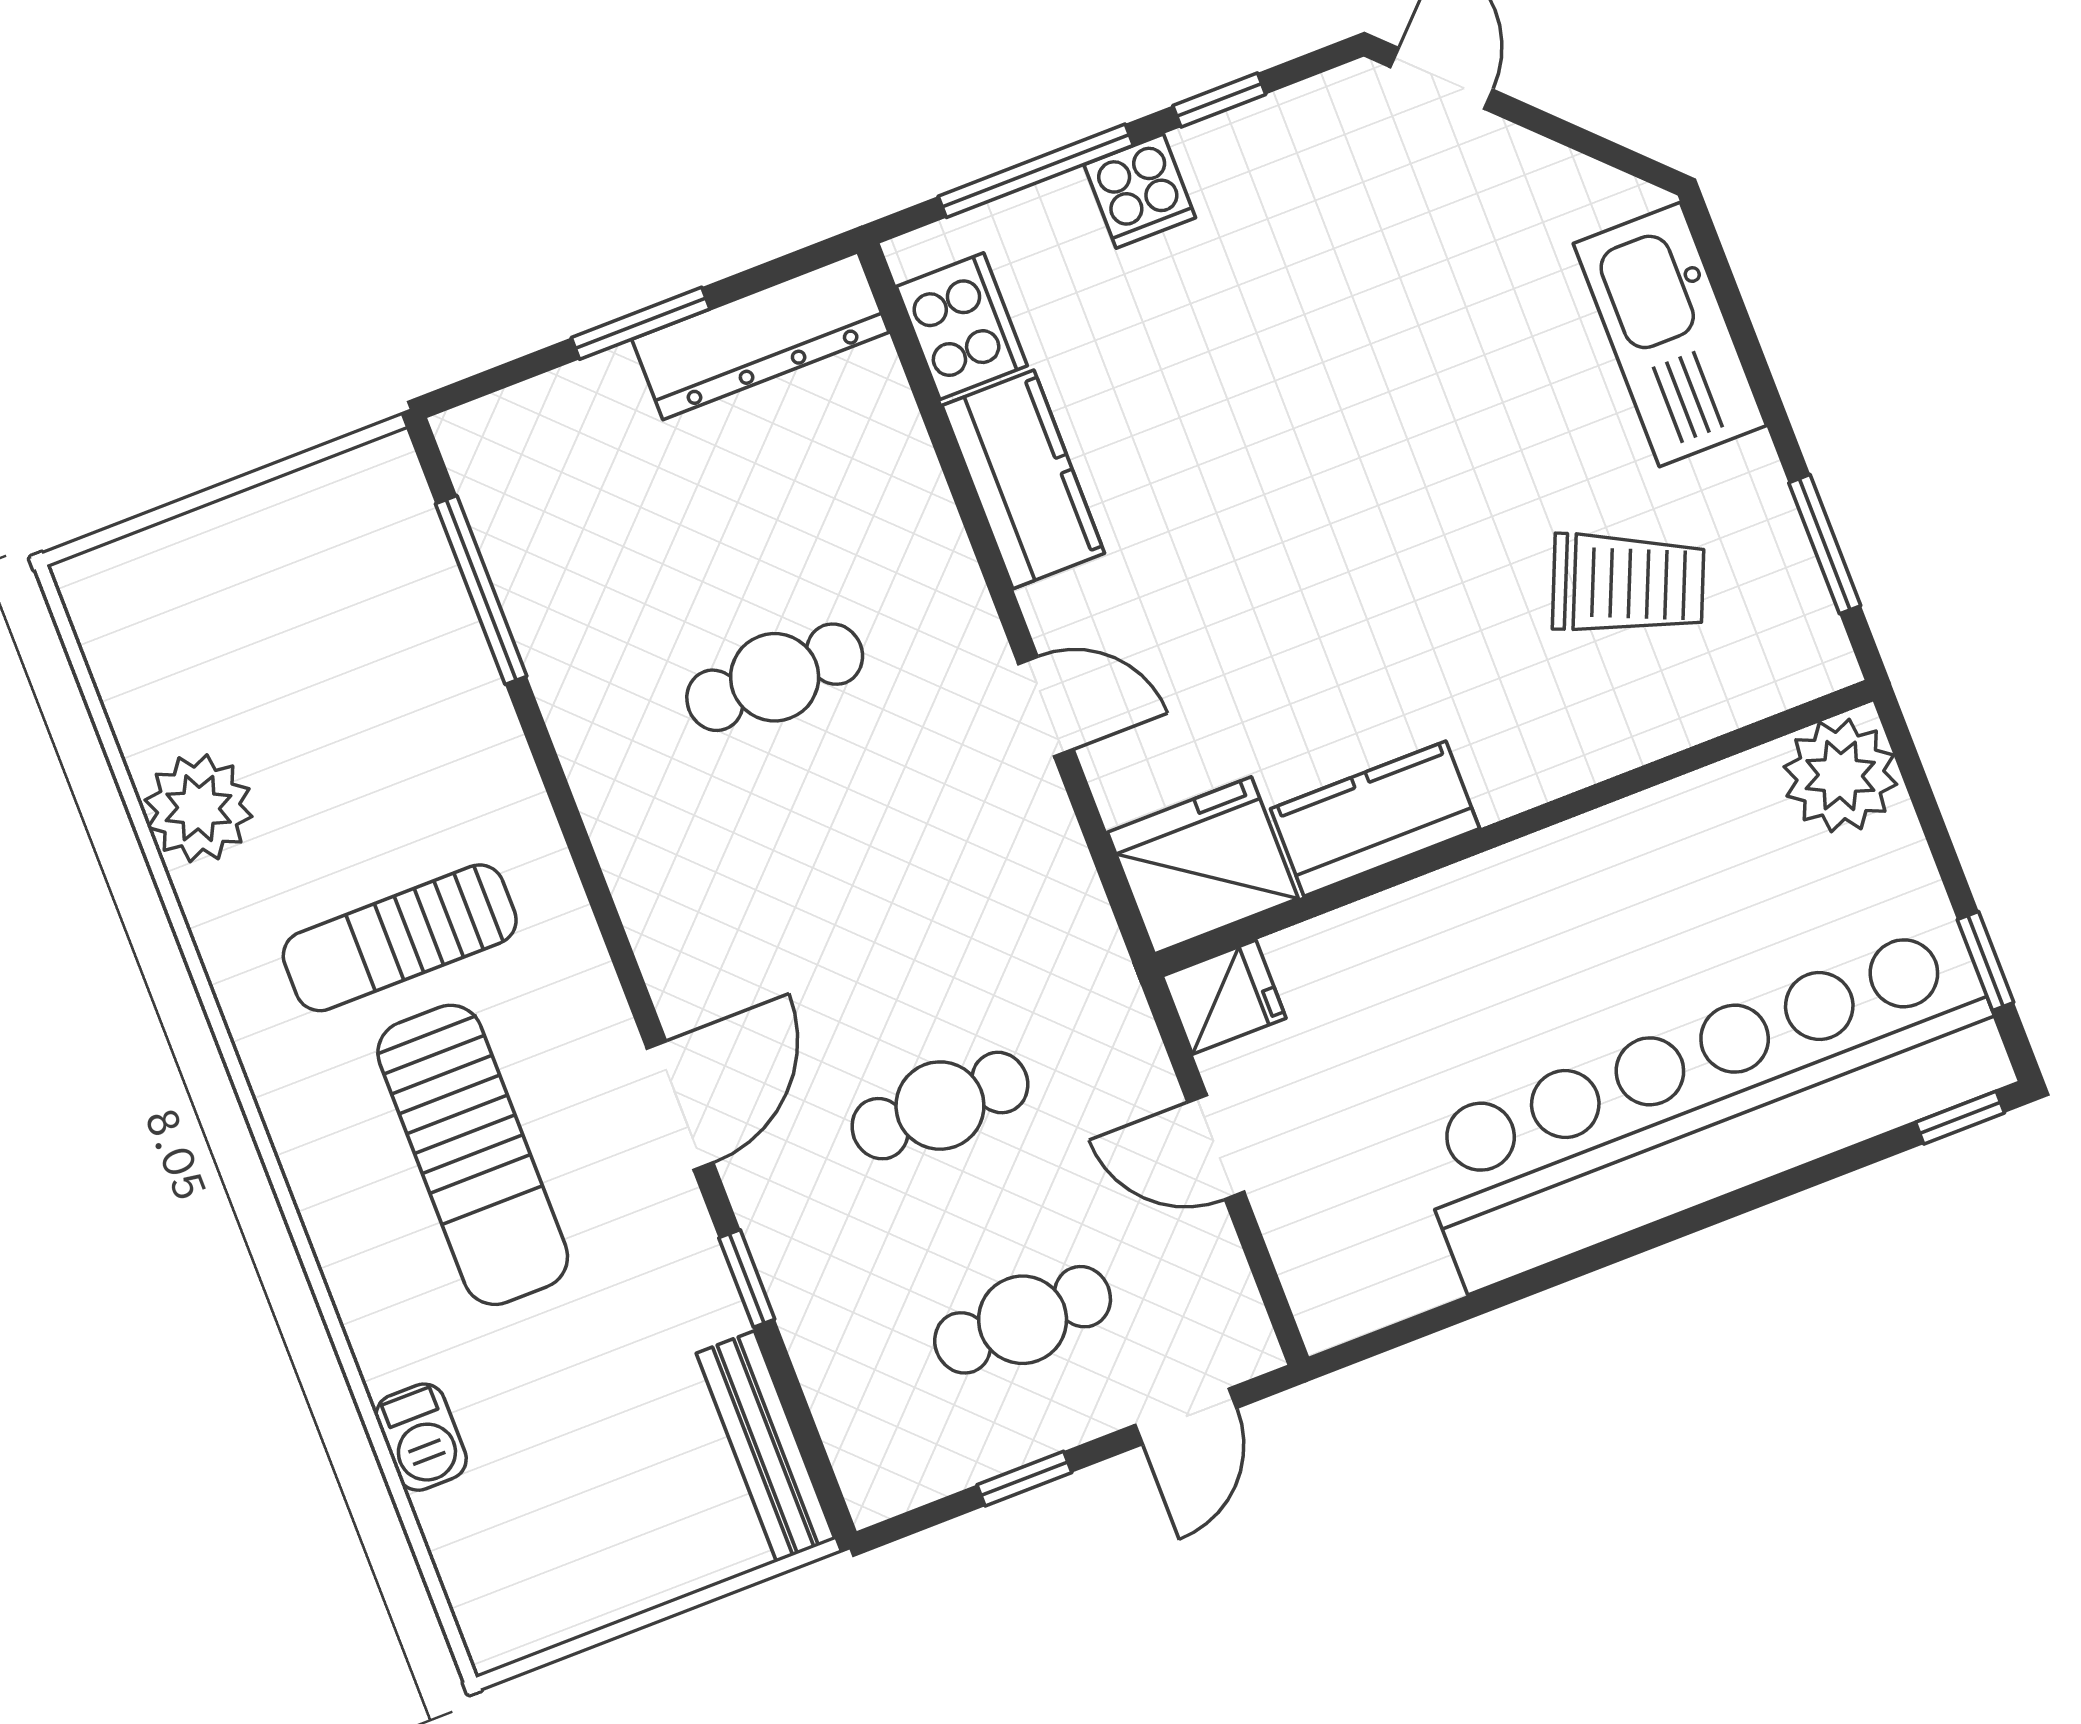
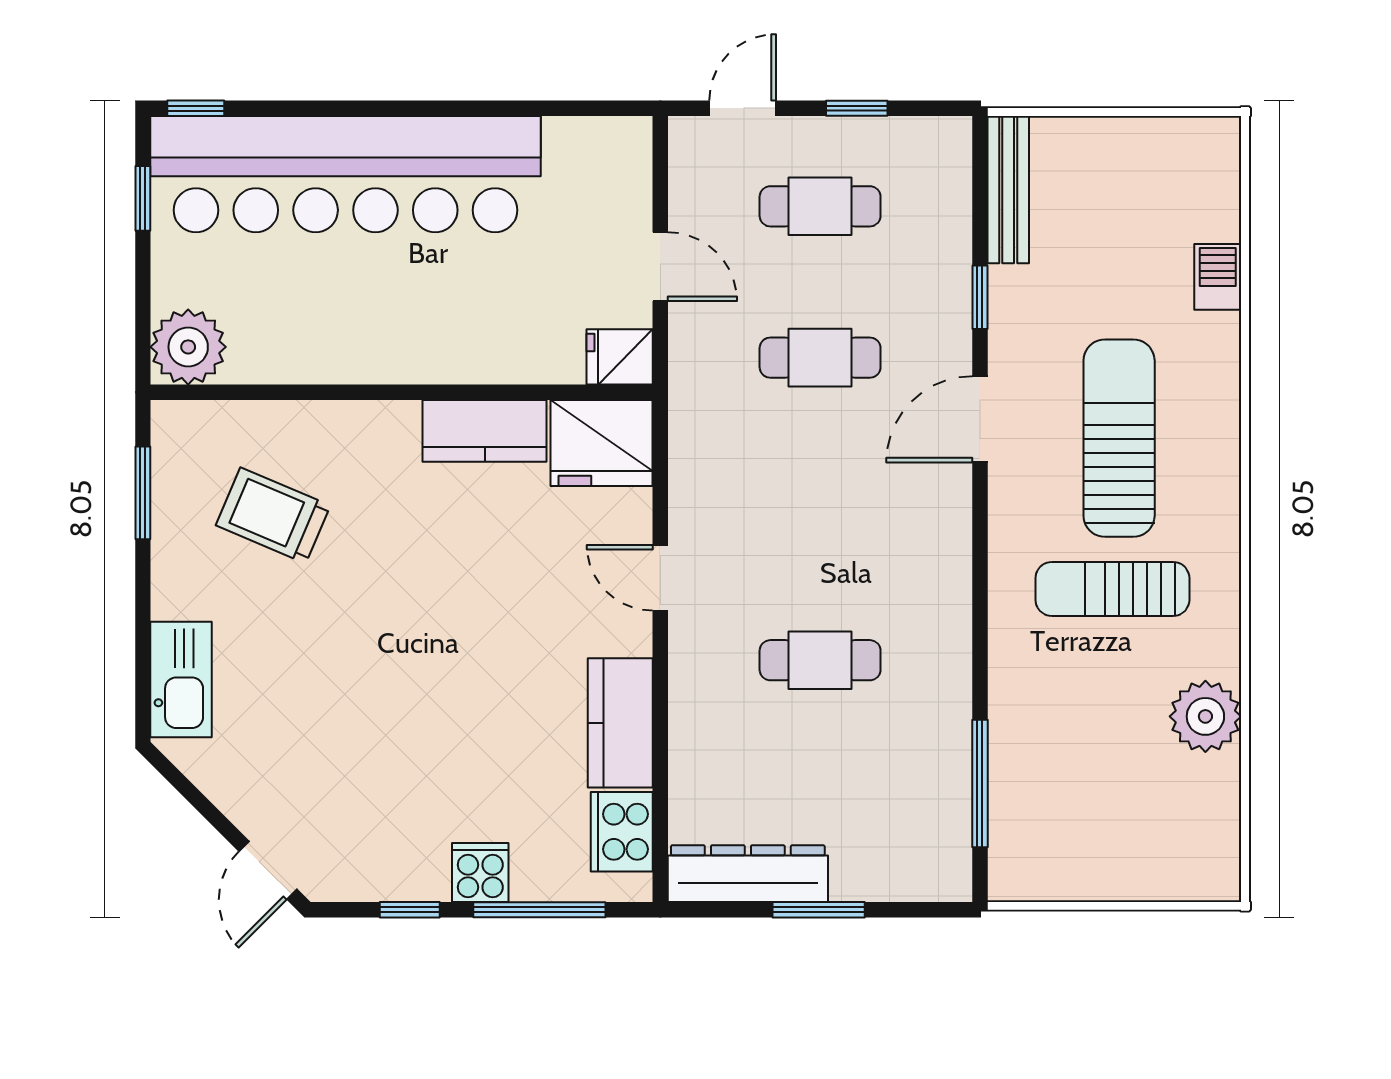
kitchen sink: (1670, 335) -> (181, 680), width x0.73, depth x0.81
sun lounger: (400, 938) -> (1112, 589), turned 180

